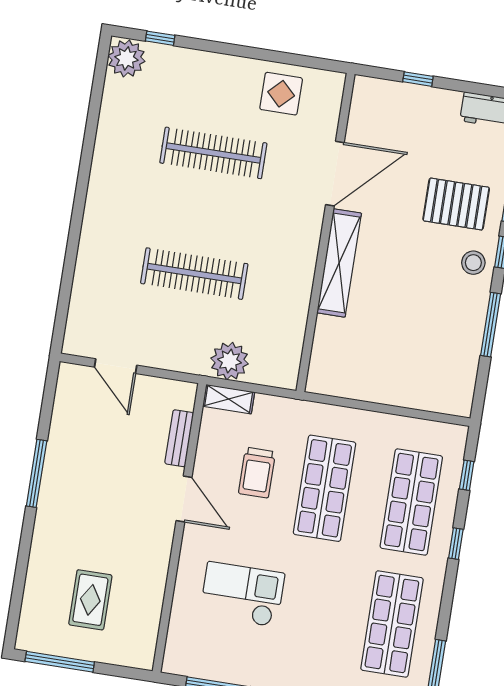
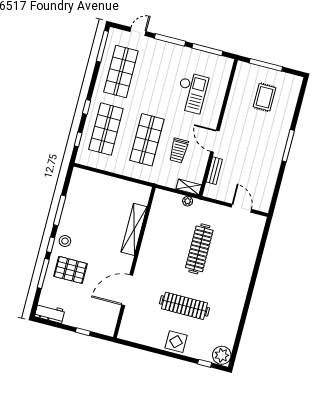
display table: (281, 94) -> (176, 342), moved
shelving: (339, 263) -> (134, 229), moved
clothes rail: (194, 274) -> (199, 249), turned 90
plant: (230, 361) -> (188, 201), width x0.53, depth x0.53
window: (37, 473) -> (288, 146), moved
trolley: (257, 473) -> (179, 150), turned 180
checkout: (242, 594) -> (191, 93), turned -90
window: (60, 662) -> (266, 65), moved

